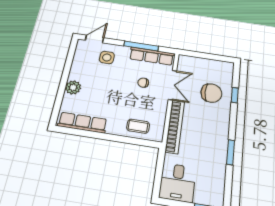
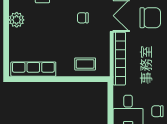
plant: (73, 87) -> (17, 20), moved
chair: (210, 188) -> (157, 111), added

